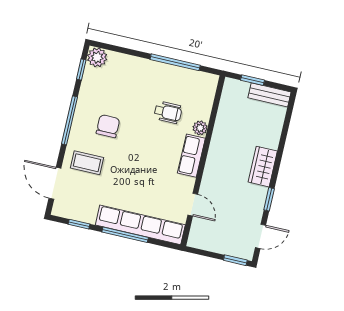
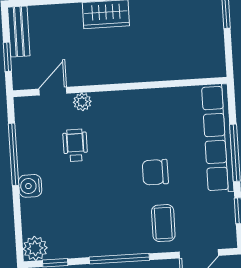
water cooler: (147, 68) -> (30, 186), added
chair: (108, 126) -> (155, 172), moved
row of seats: (191, 156) -> (118, 102), removed
door: (193, 205) -> (53, 91), moved

